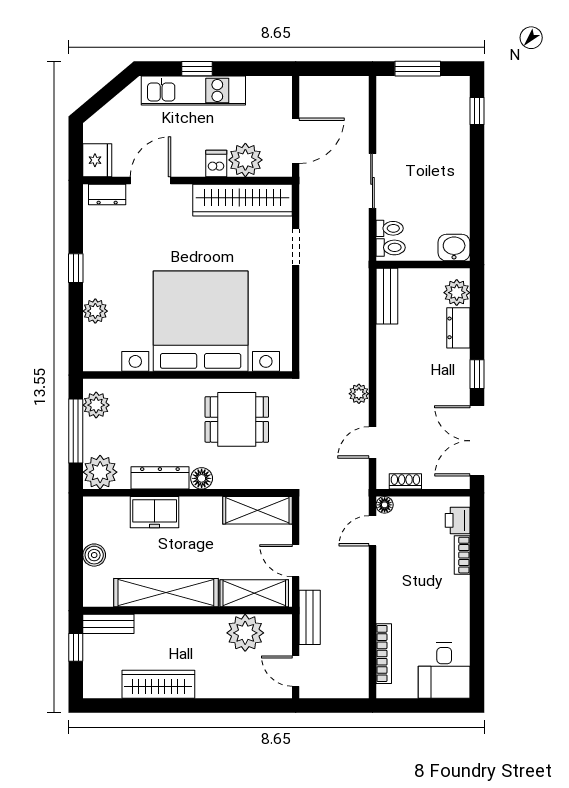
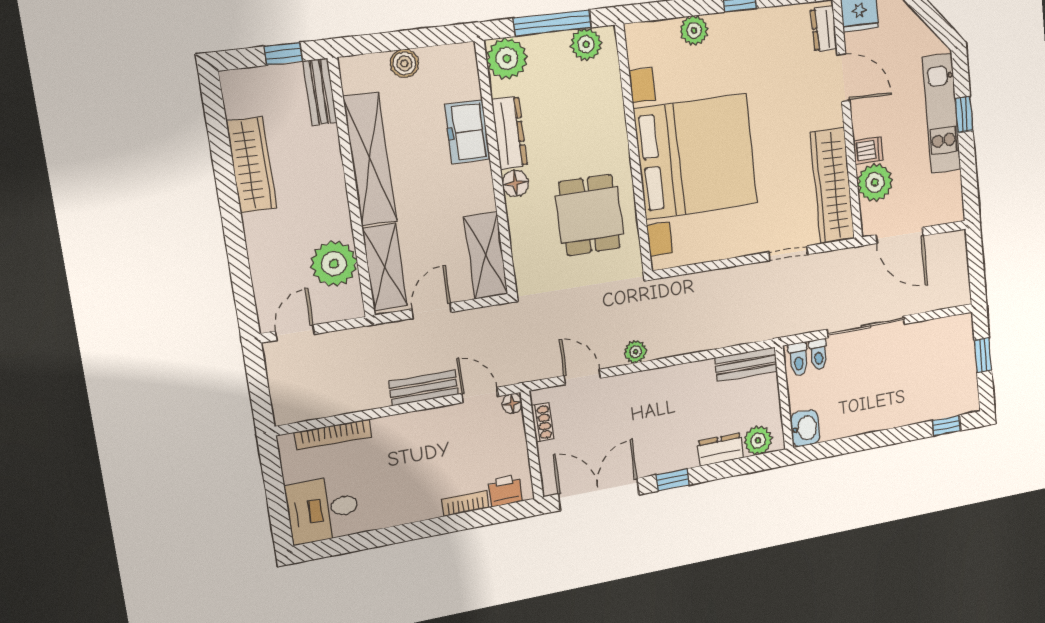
window: (418, 69) -> (983, 355), width x0.67
sliding door: (372, 181) -> (866, 327), width x1.37
bench: (310, 617) -> (424, 388), moved

